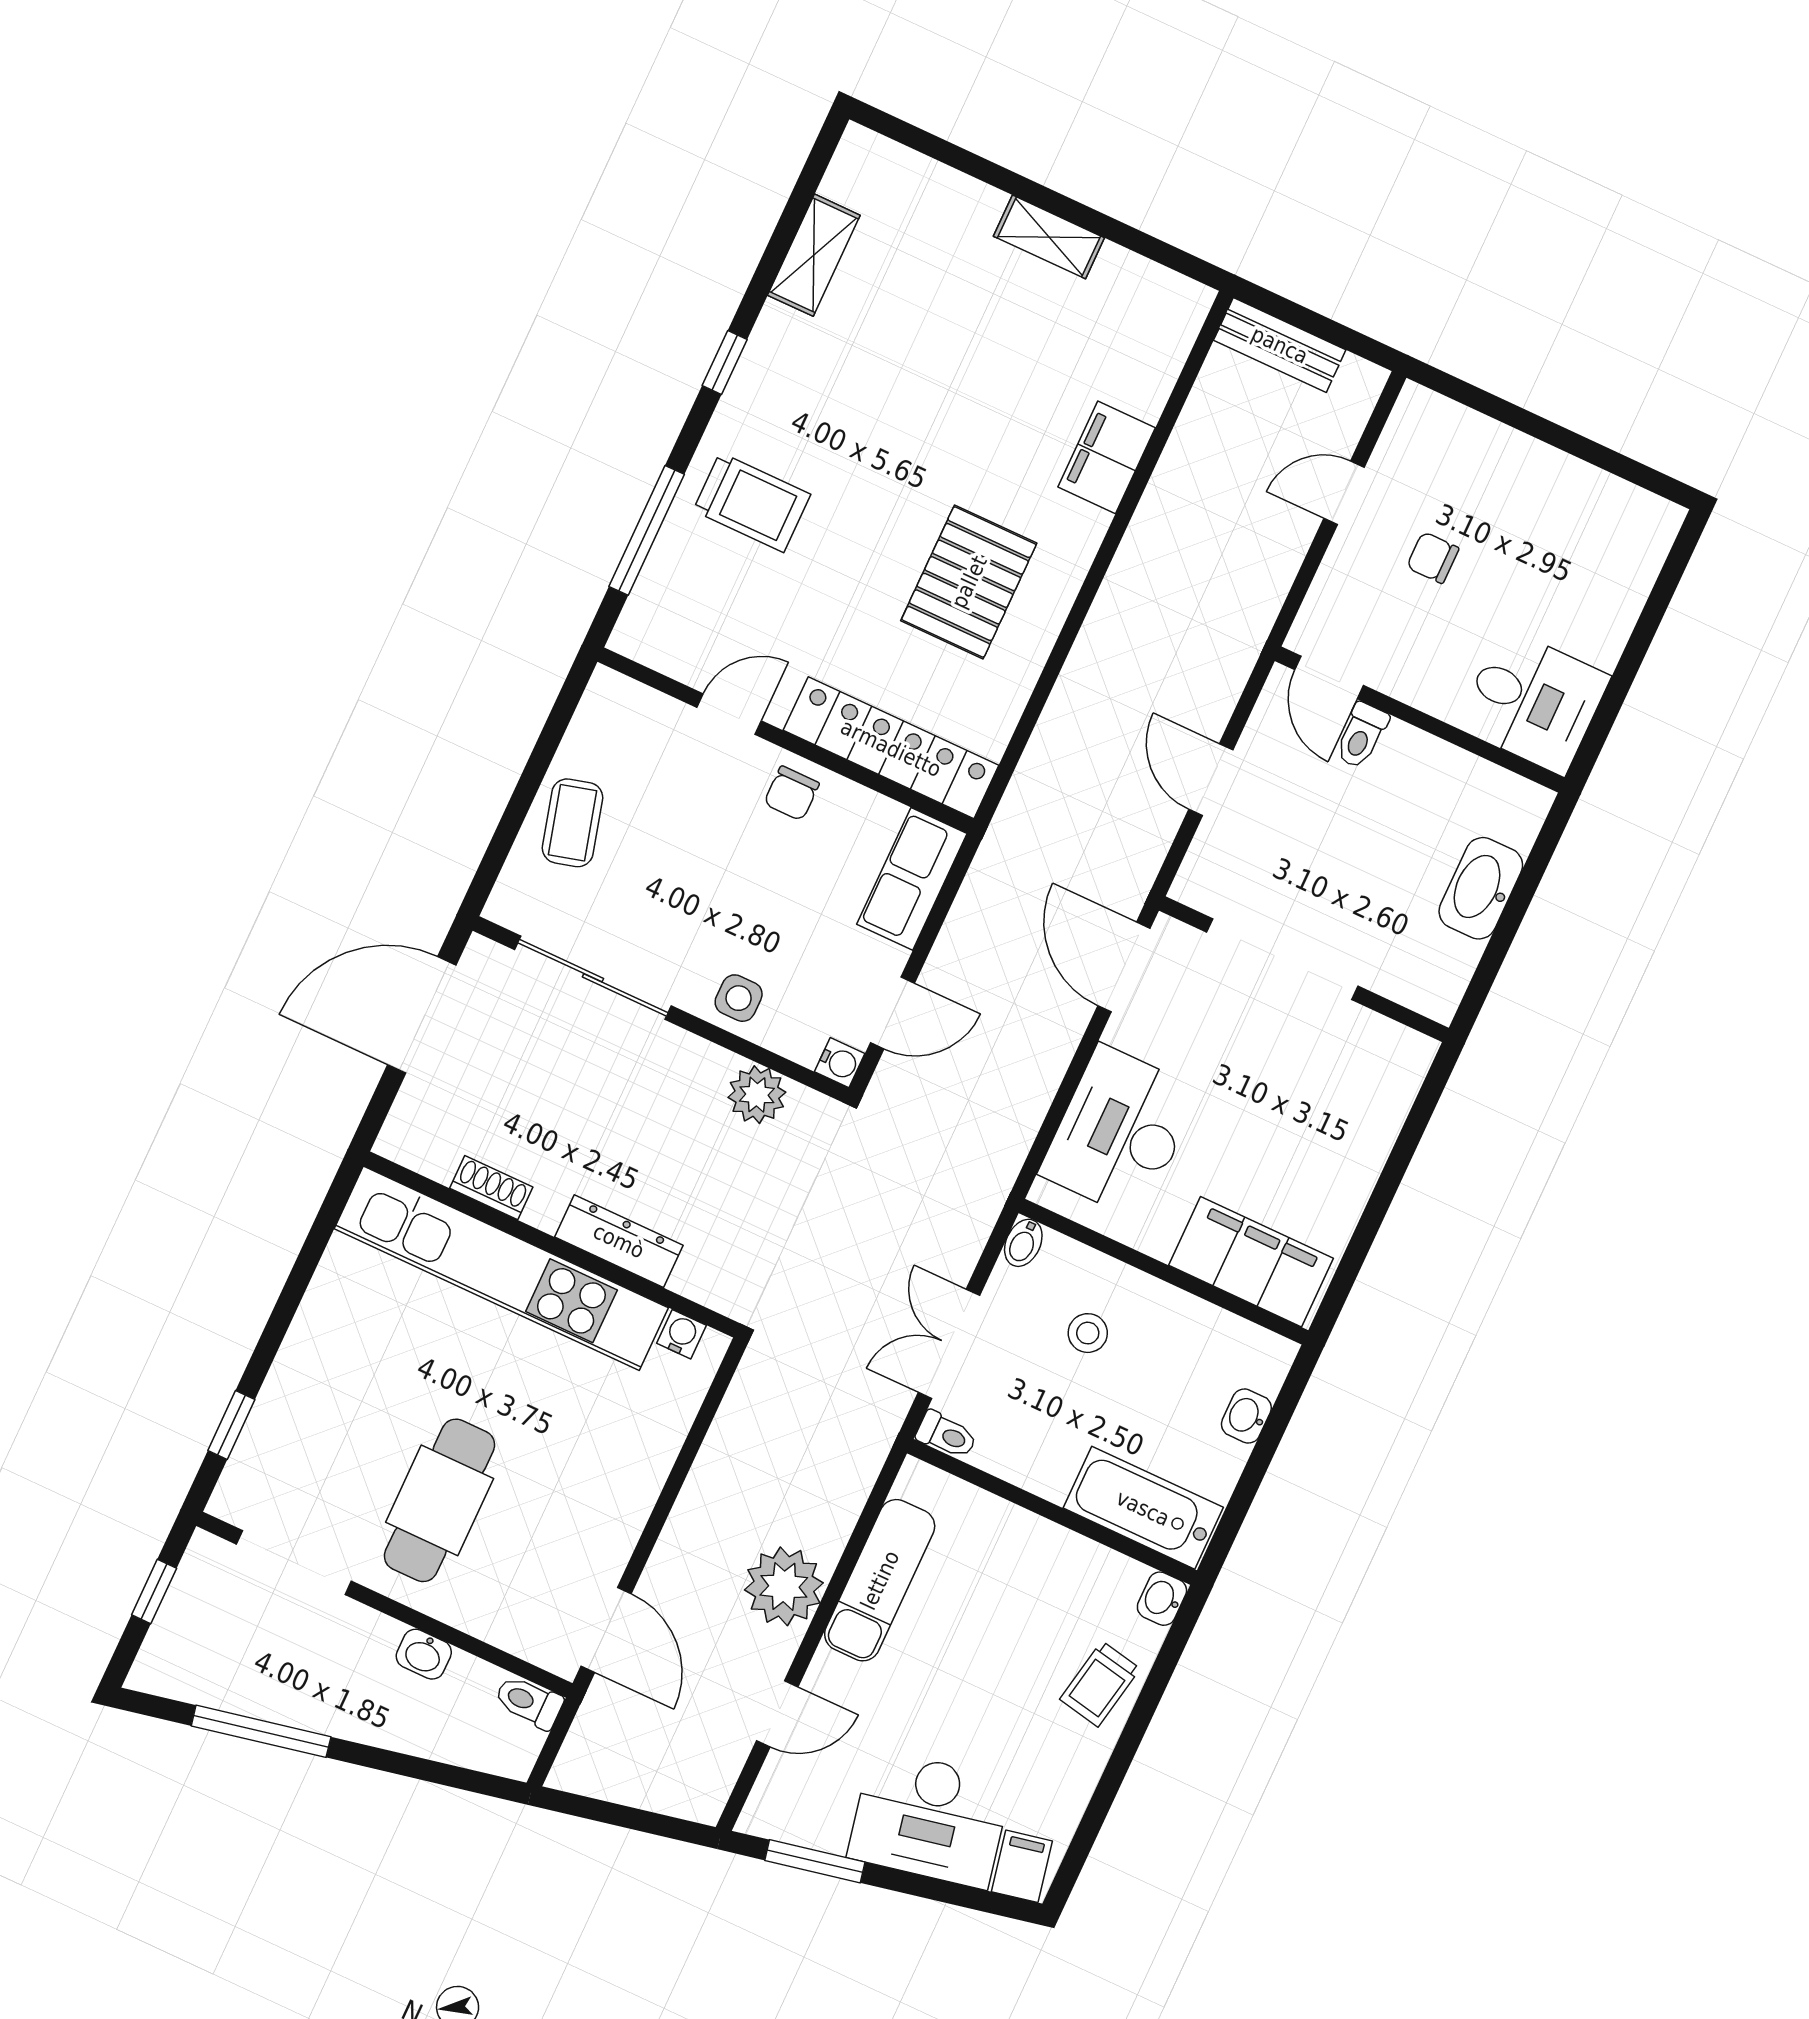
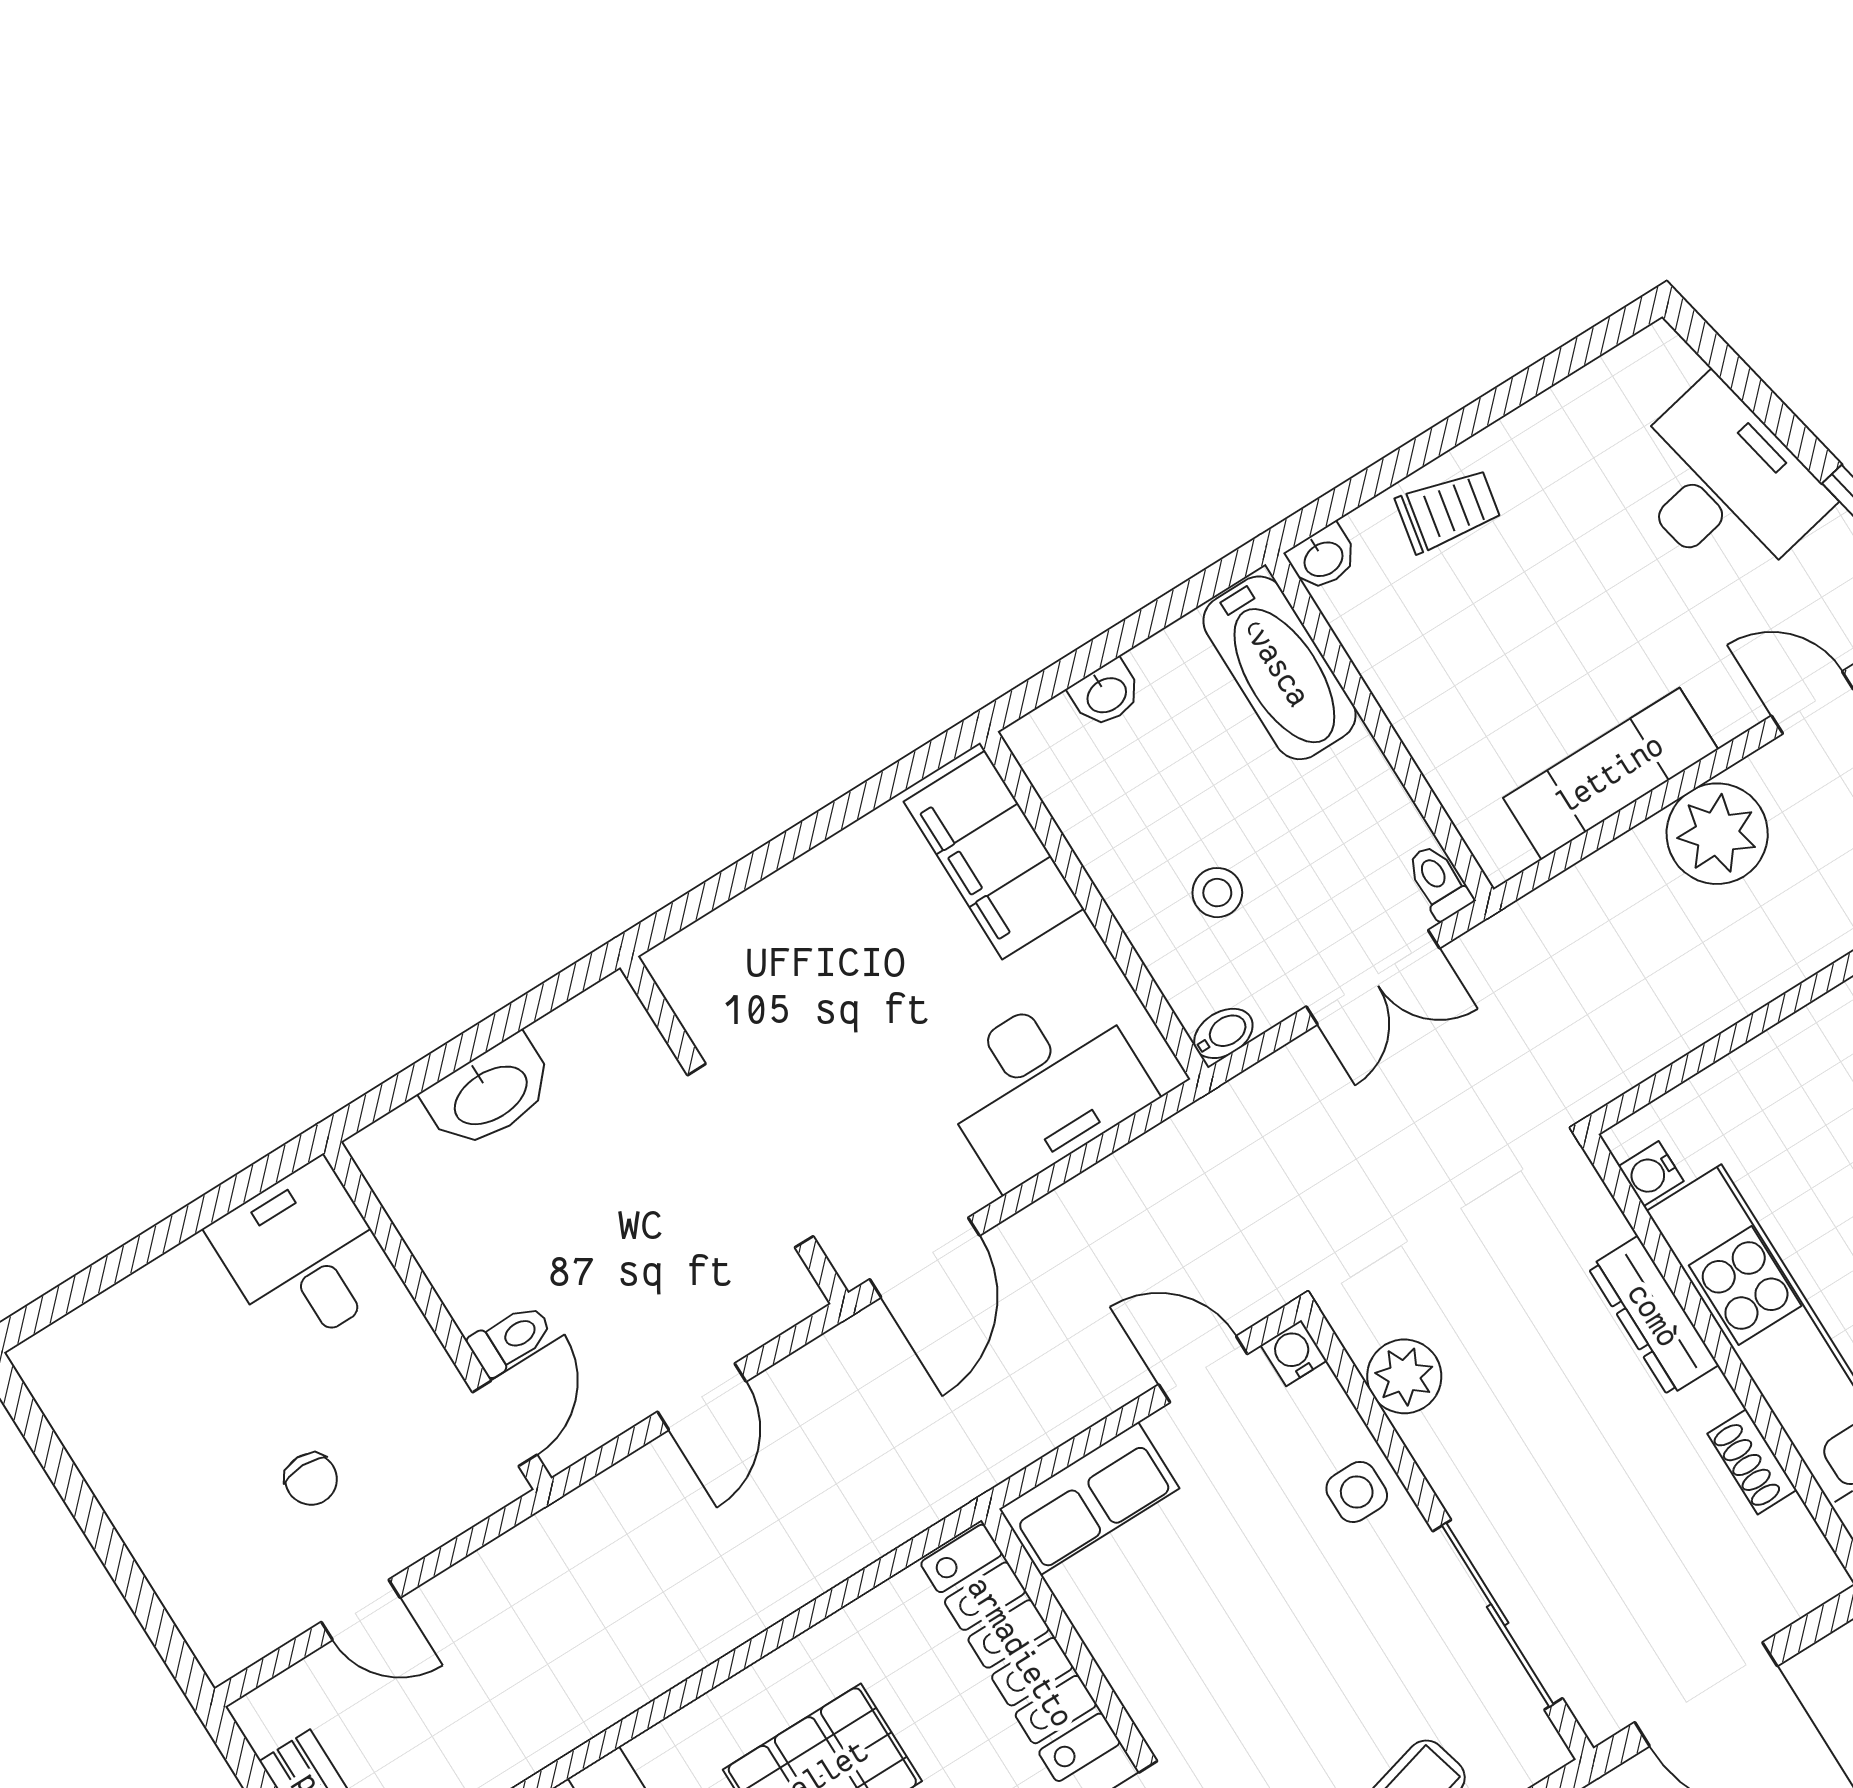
chair: (792, 793) -> (1158, 1673), removed
filing cabinet: (1022, 1866) -> (1658, 370), removed

